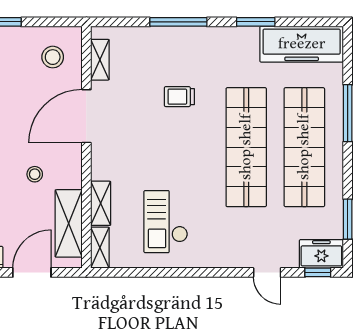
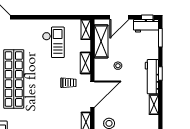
trolley: (179, 97) -> (68, 83), moved
shelving: (101, 203) -> (85, 63), moved

